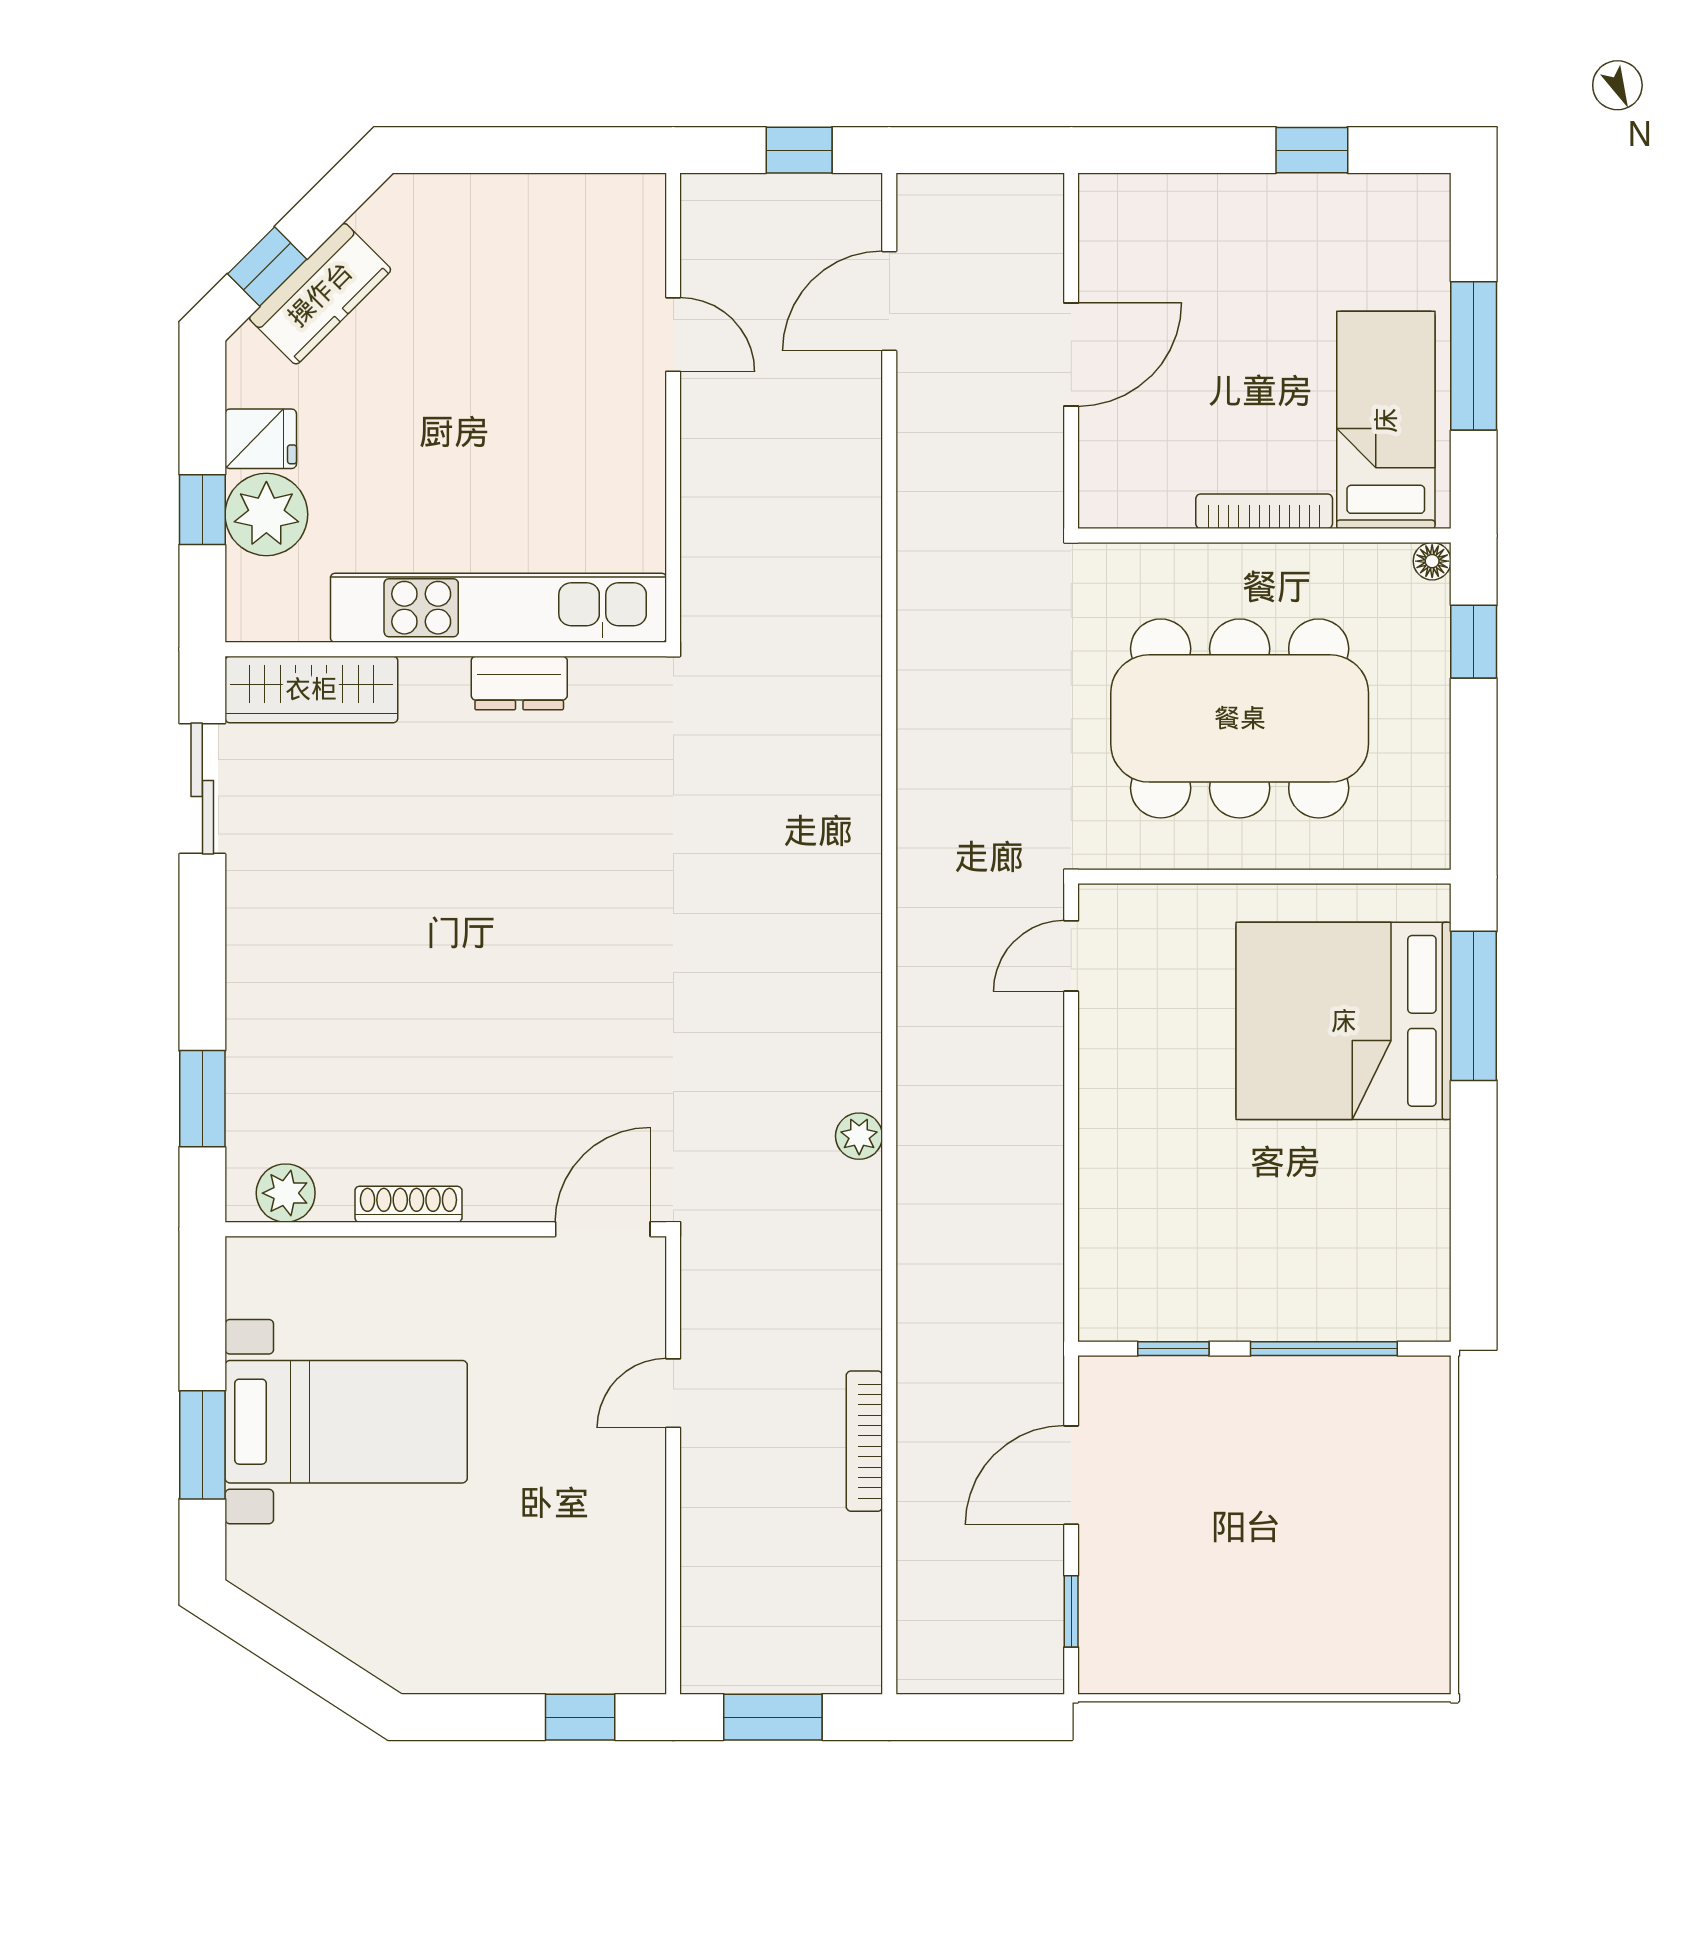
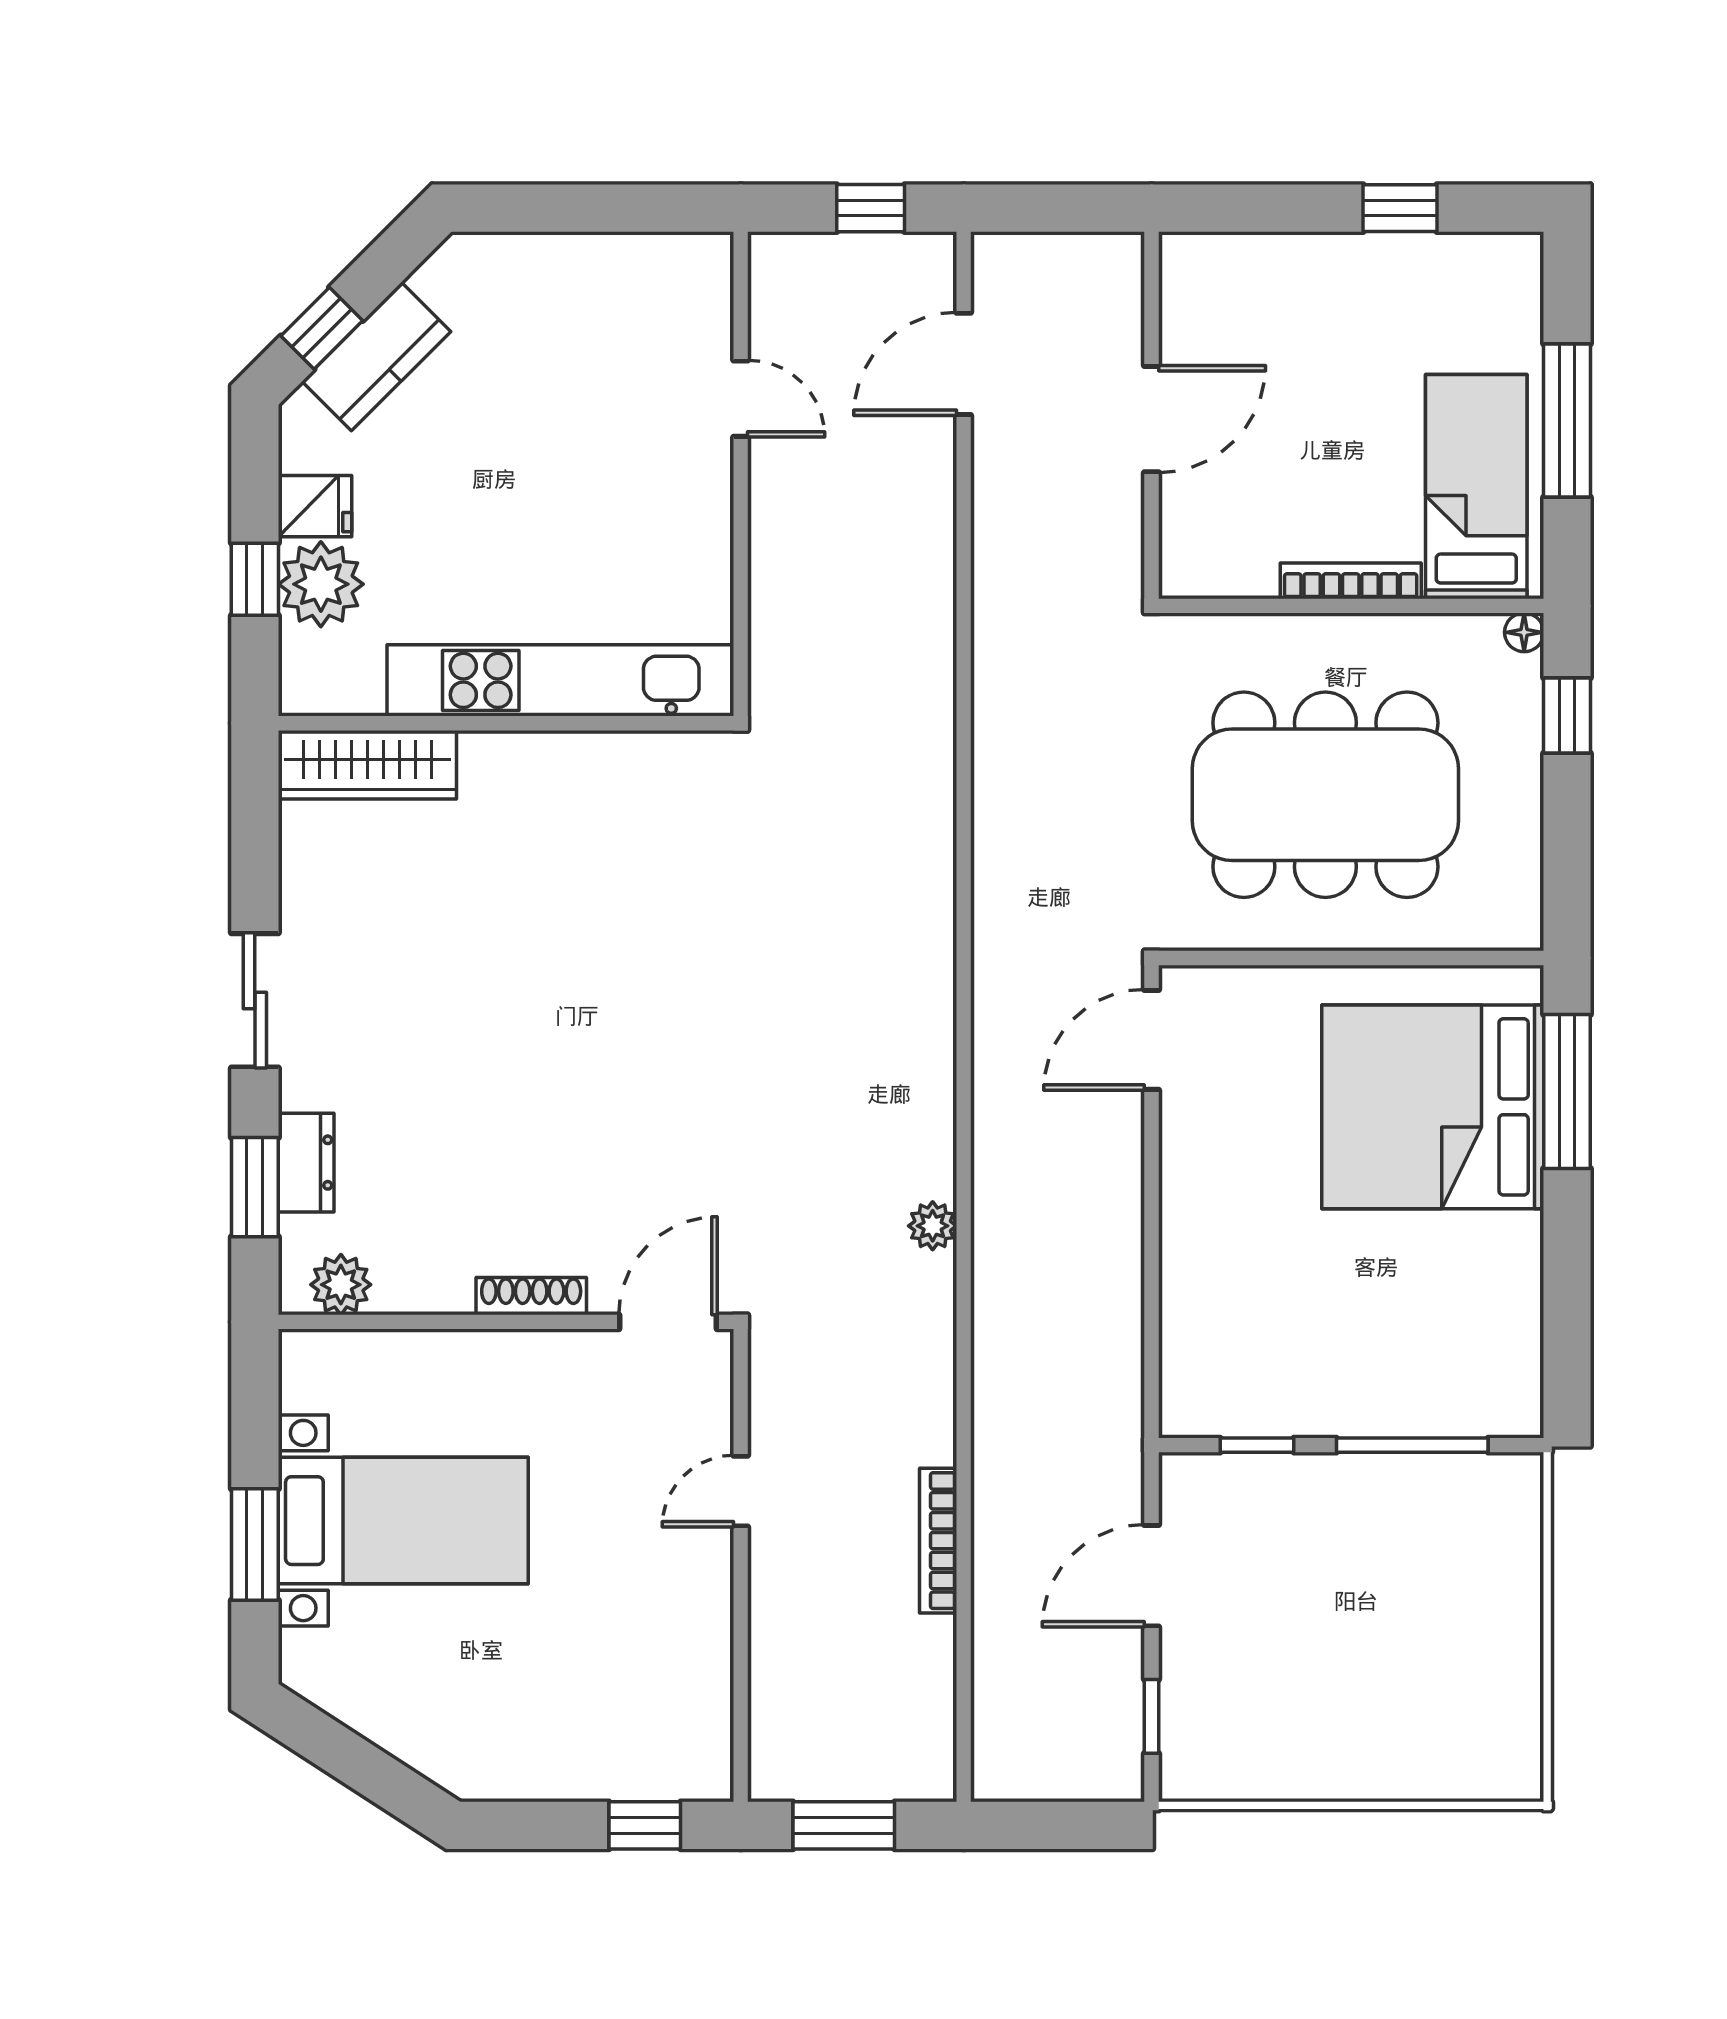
dresser: (519, 683) -> (306, 1163), moved, turned -90
sliding door: (202, 789) -> (255, 1000), moved
door: (1071, 956) -> (1152, 1040), width x1.38
shoe rack: (408, 1204) -> (531, 1296), moved

